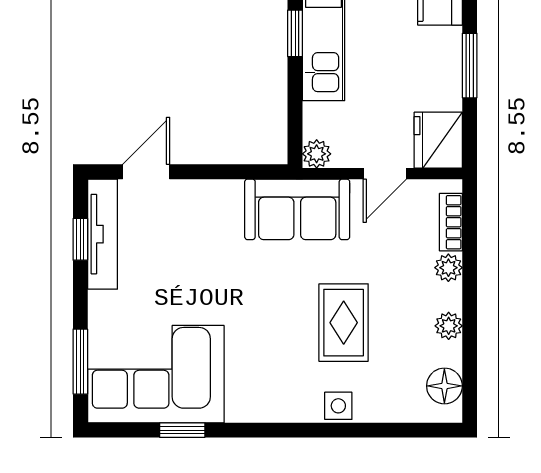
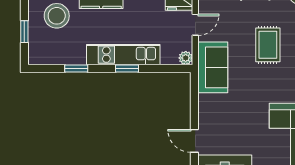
door: (385, 174) -> (195, 25), hinge flipped
rug: (344, 323) -> (268, 45), turned 90

